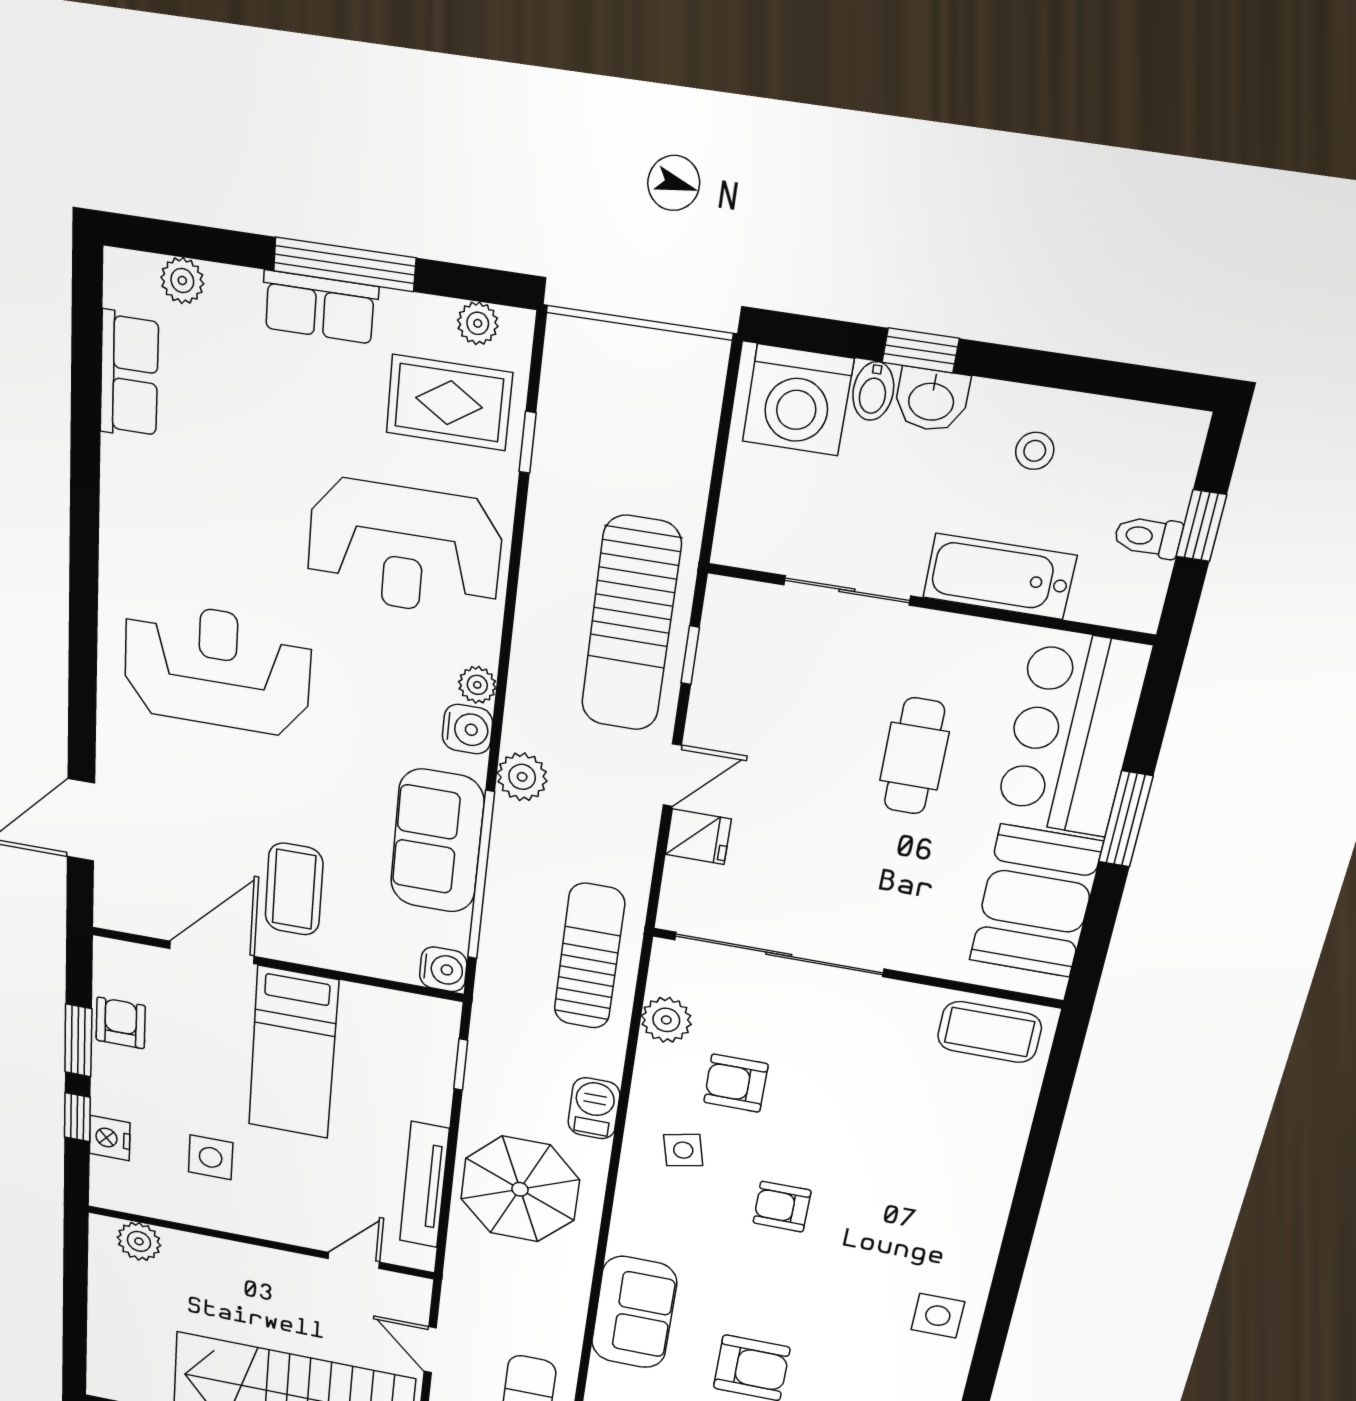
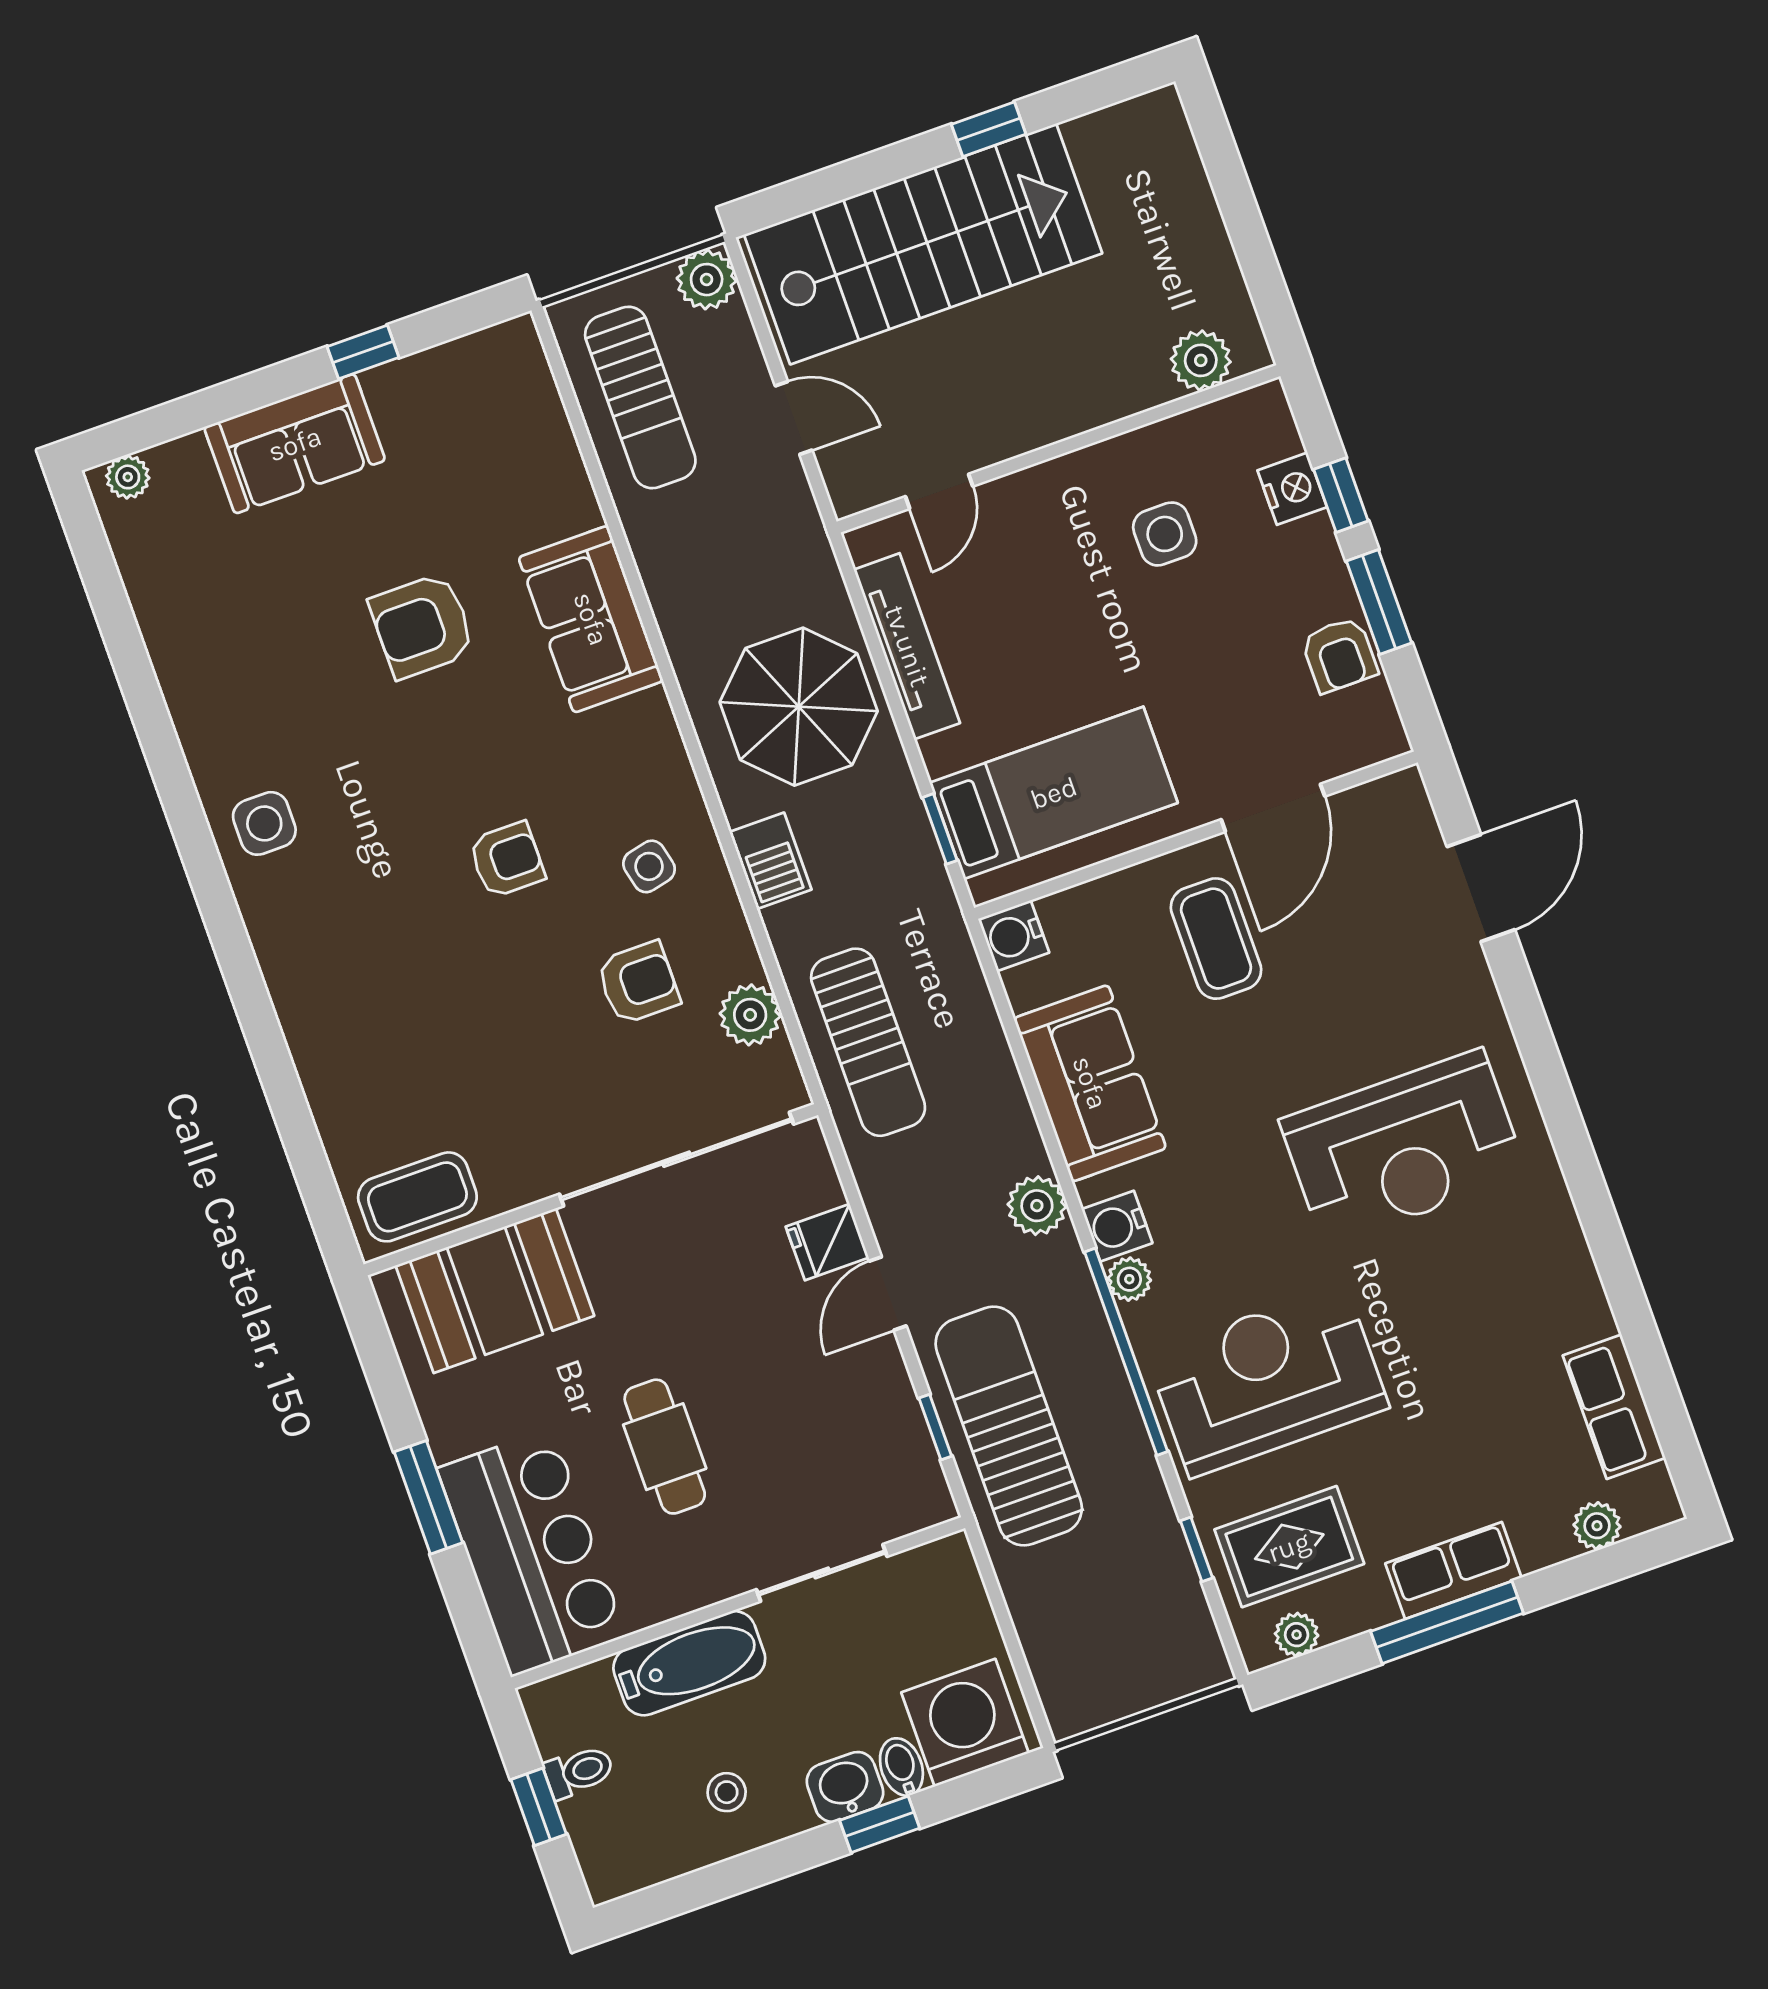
window: (481, 876) -> (1126, 1352), moved
booth: (1035, 901) -> (495, 1291), moved, turned 90
bed: (293, 1053) -> (1054, 793), moved, turned 90

